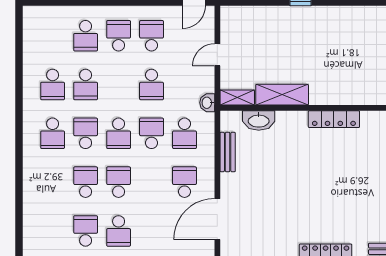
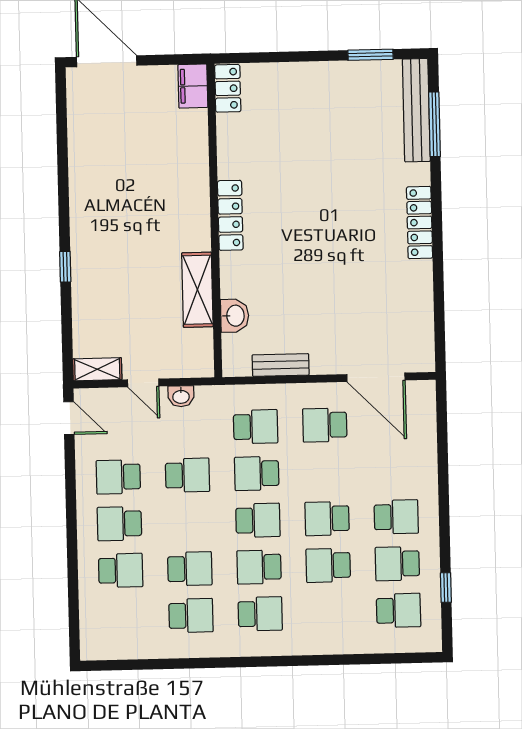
shelving: (237, 98) -> (97, 369), moved, turned 90
washbasin: (207, 103) -> (181, 396), moved
washbasin: (259, 120) -> (235, 316), width x0.72
school desk: (53, 231) -> (399, 610), added

